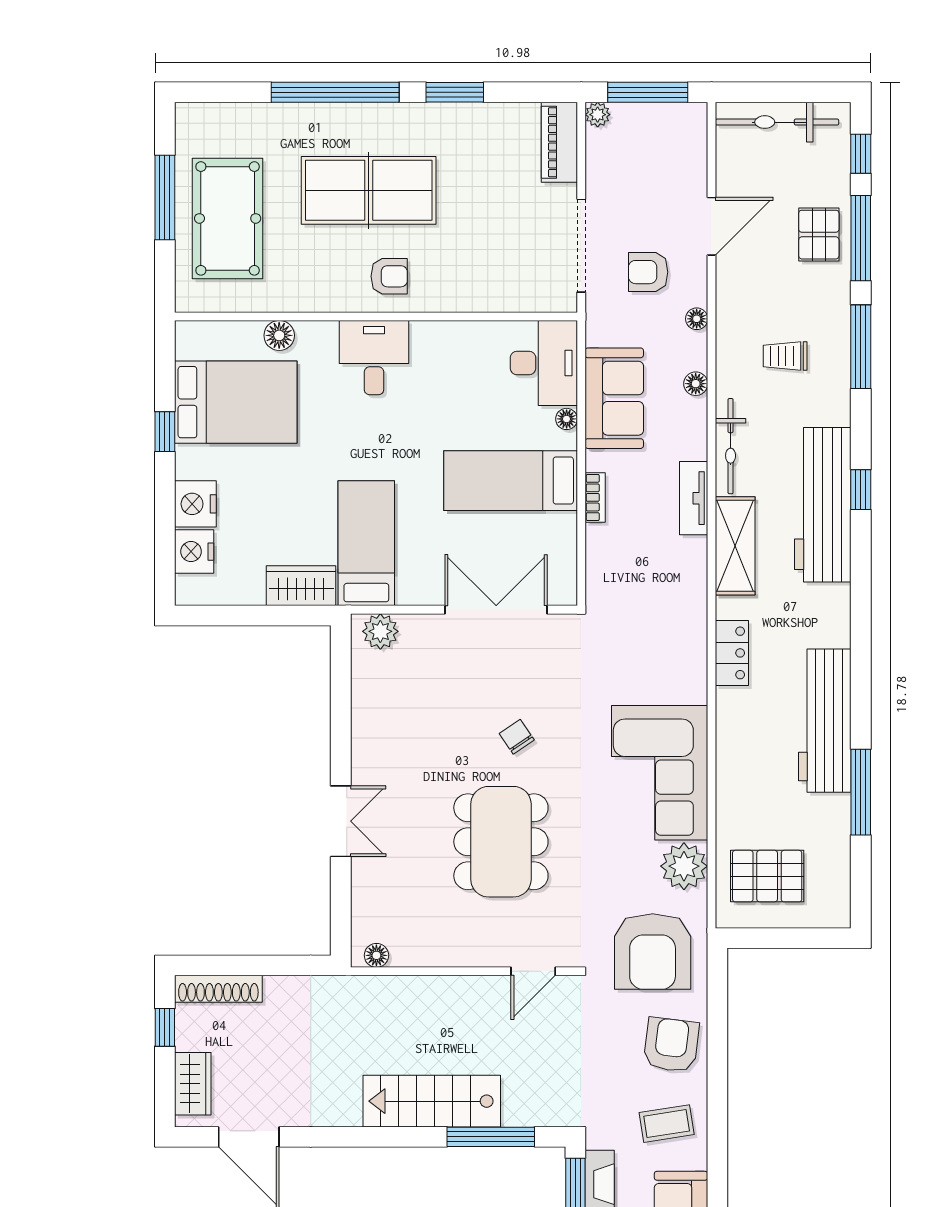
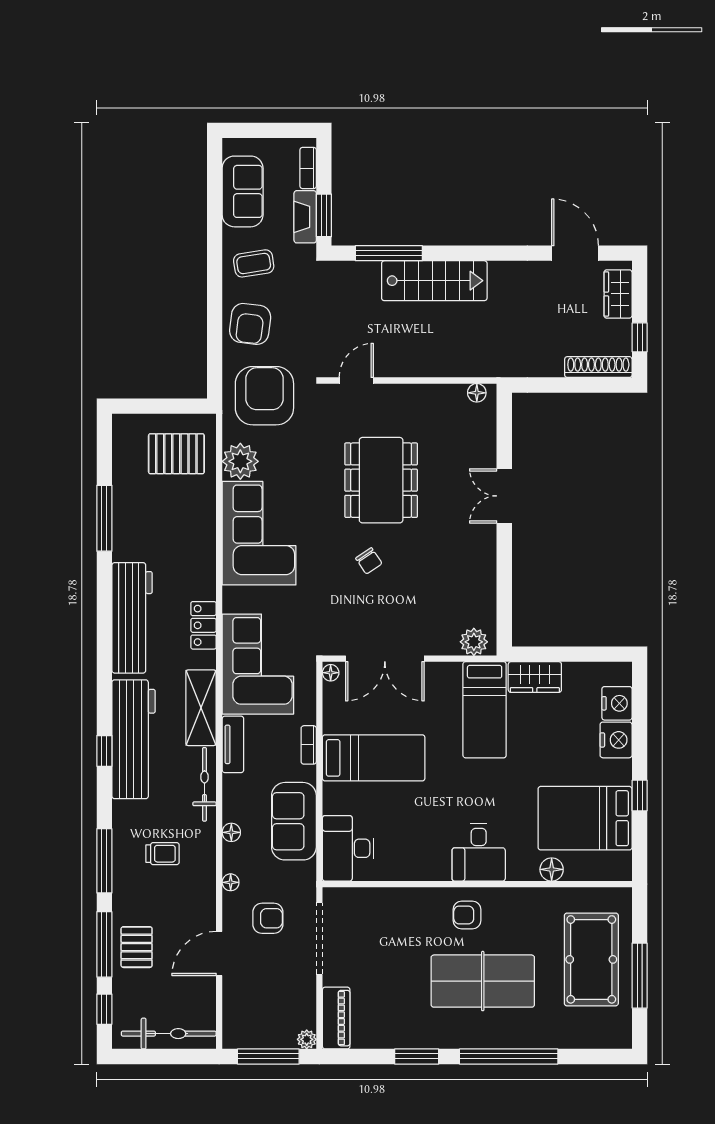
floor lamp: (567, 419) -> (331, 673), moved
corner sofa: (661, 602) -> (258, 664), added
workbench: (825, 721) -> (132, 618), moved

